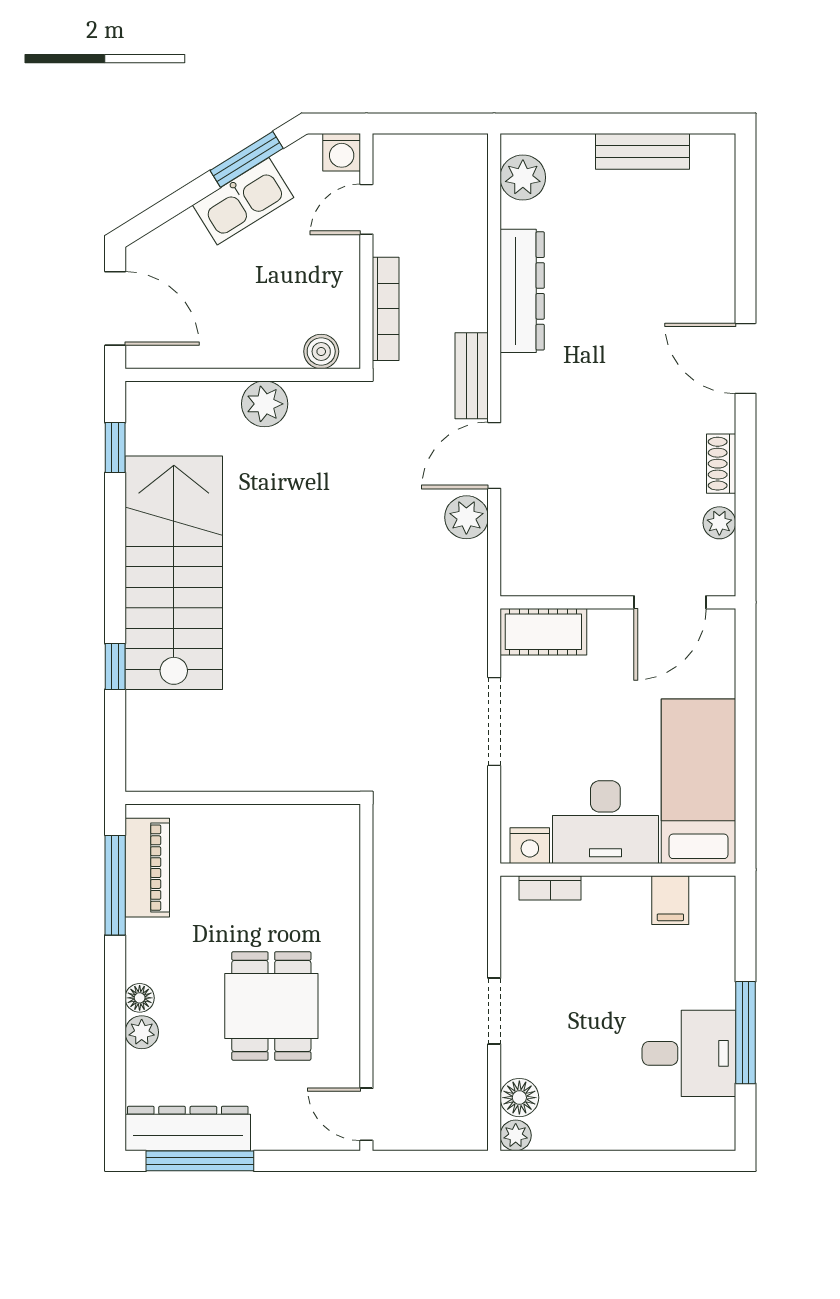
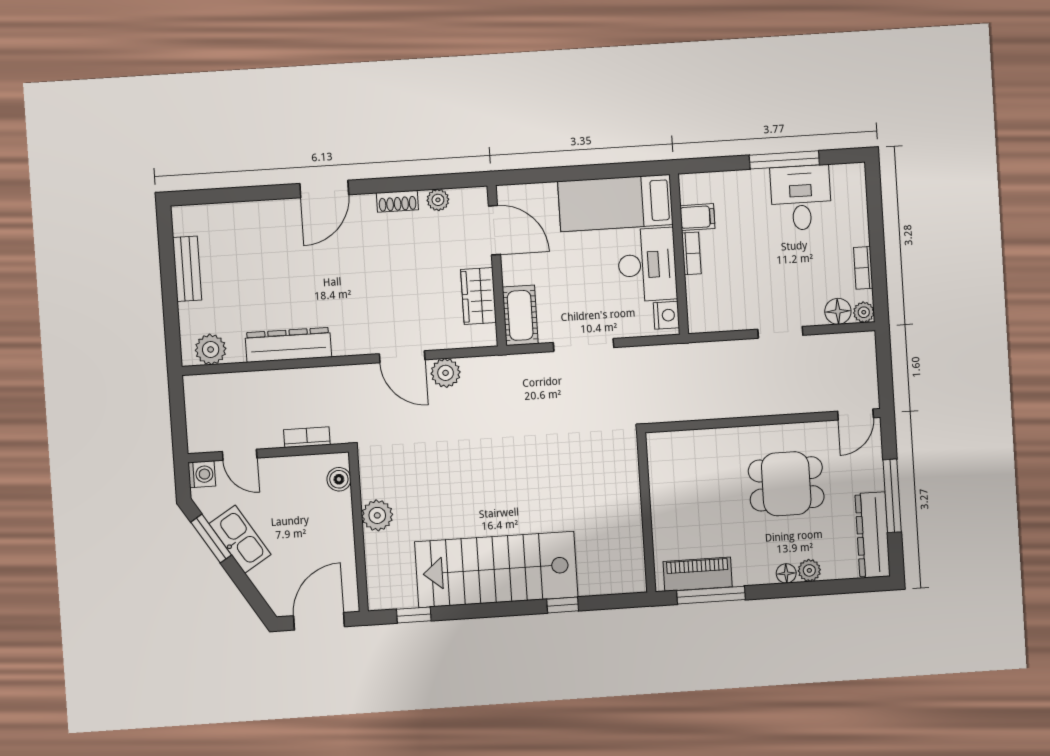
bookcase: (386, 309) -> (307, 437), width x0.64
bench: (472, 376) -> (349, 376), removed
wardrobe: (576, 573) -> (479, 296), added
bookcase: (550, 888) -> (691, 253), moved
bookcase: (581, 1139) -> (863, 268), added
window: (200, 1161) -> (892, 496), moved

